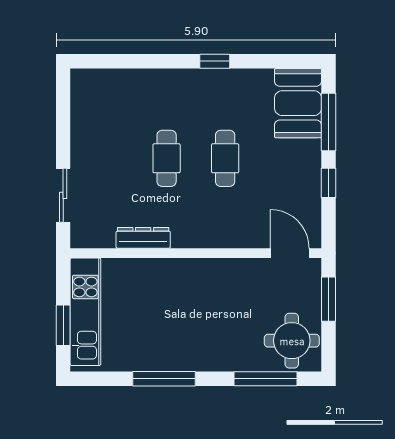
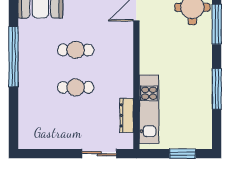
window: (215, 61) -> (13, 57), width x3.17
dresser: (143, 238) -> (127, 115), moved
kitchen unit: (85, 312) -> (149, 109), moved, turned 90

